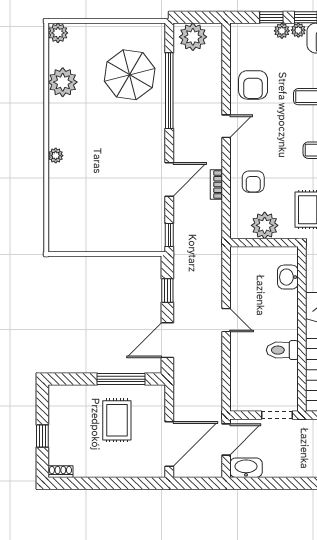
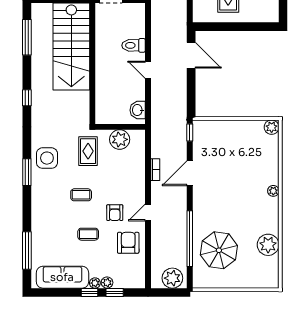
plant: (58, 33) -> (272, 127), moved
armchair: (253, 182) -> (115, 213), moved, turned 180
washbasin: (288, 277) -> (138, 110), moved, turned 180
window: (167, 291) -> (191, 92), removed
door: (167, 340) -> (191, 55), hinge flipped
toilet: (282, 350) -> (134, 45), moved, turned 180
window: (121, 379) -> (225, 27), removed

